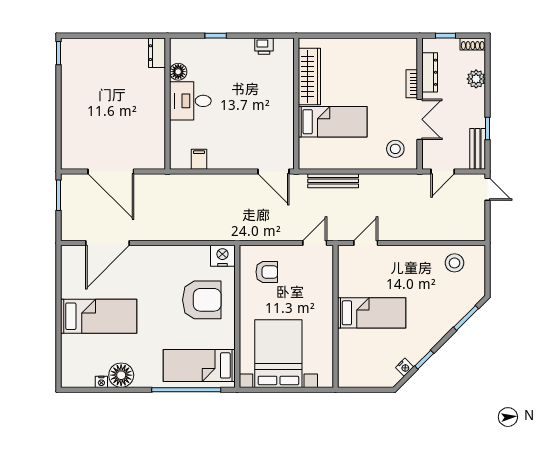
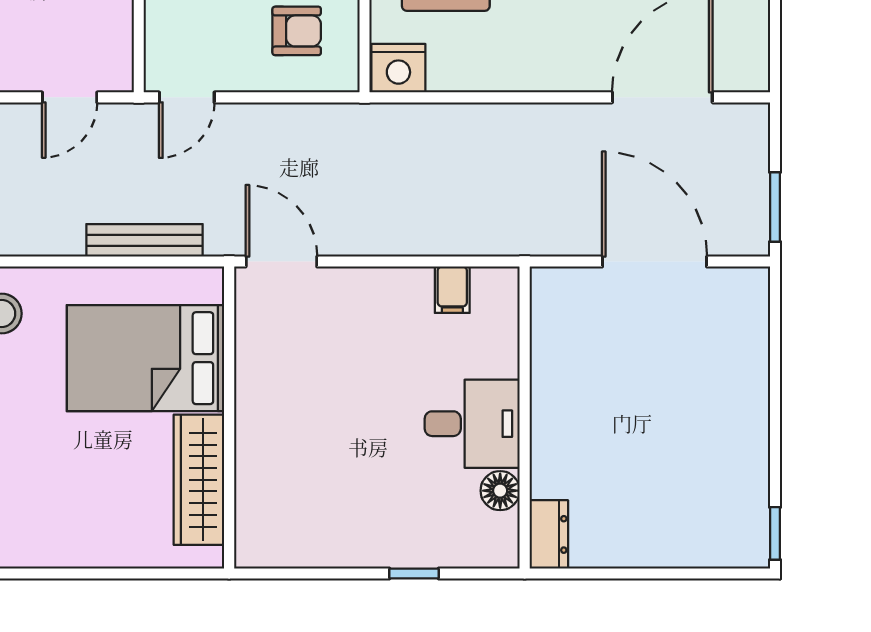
printer: (264, 46) -> (303, 549), removed
bed: (333, 122) -> (146, 358), width x1.50
armchair: (267, 272) -> (297, 31), turned 180

